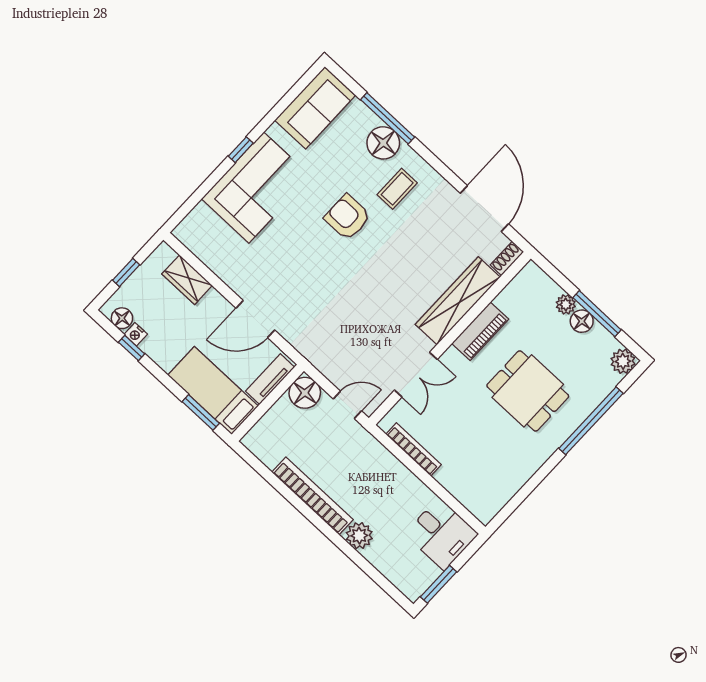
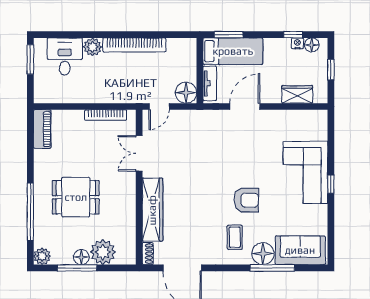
sofa: (315, 108) -> (300, 250), moved, turned 90
plant: (566, 304) -> (103, 252), width x1.87, depth x1.87
piano: (480, 331) -> (42, 129), moved, turned 180
desk: (441, 534) -> (65, 57), moved, turned 90

